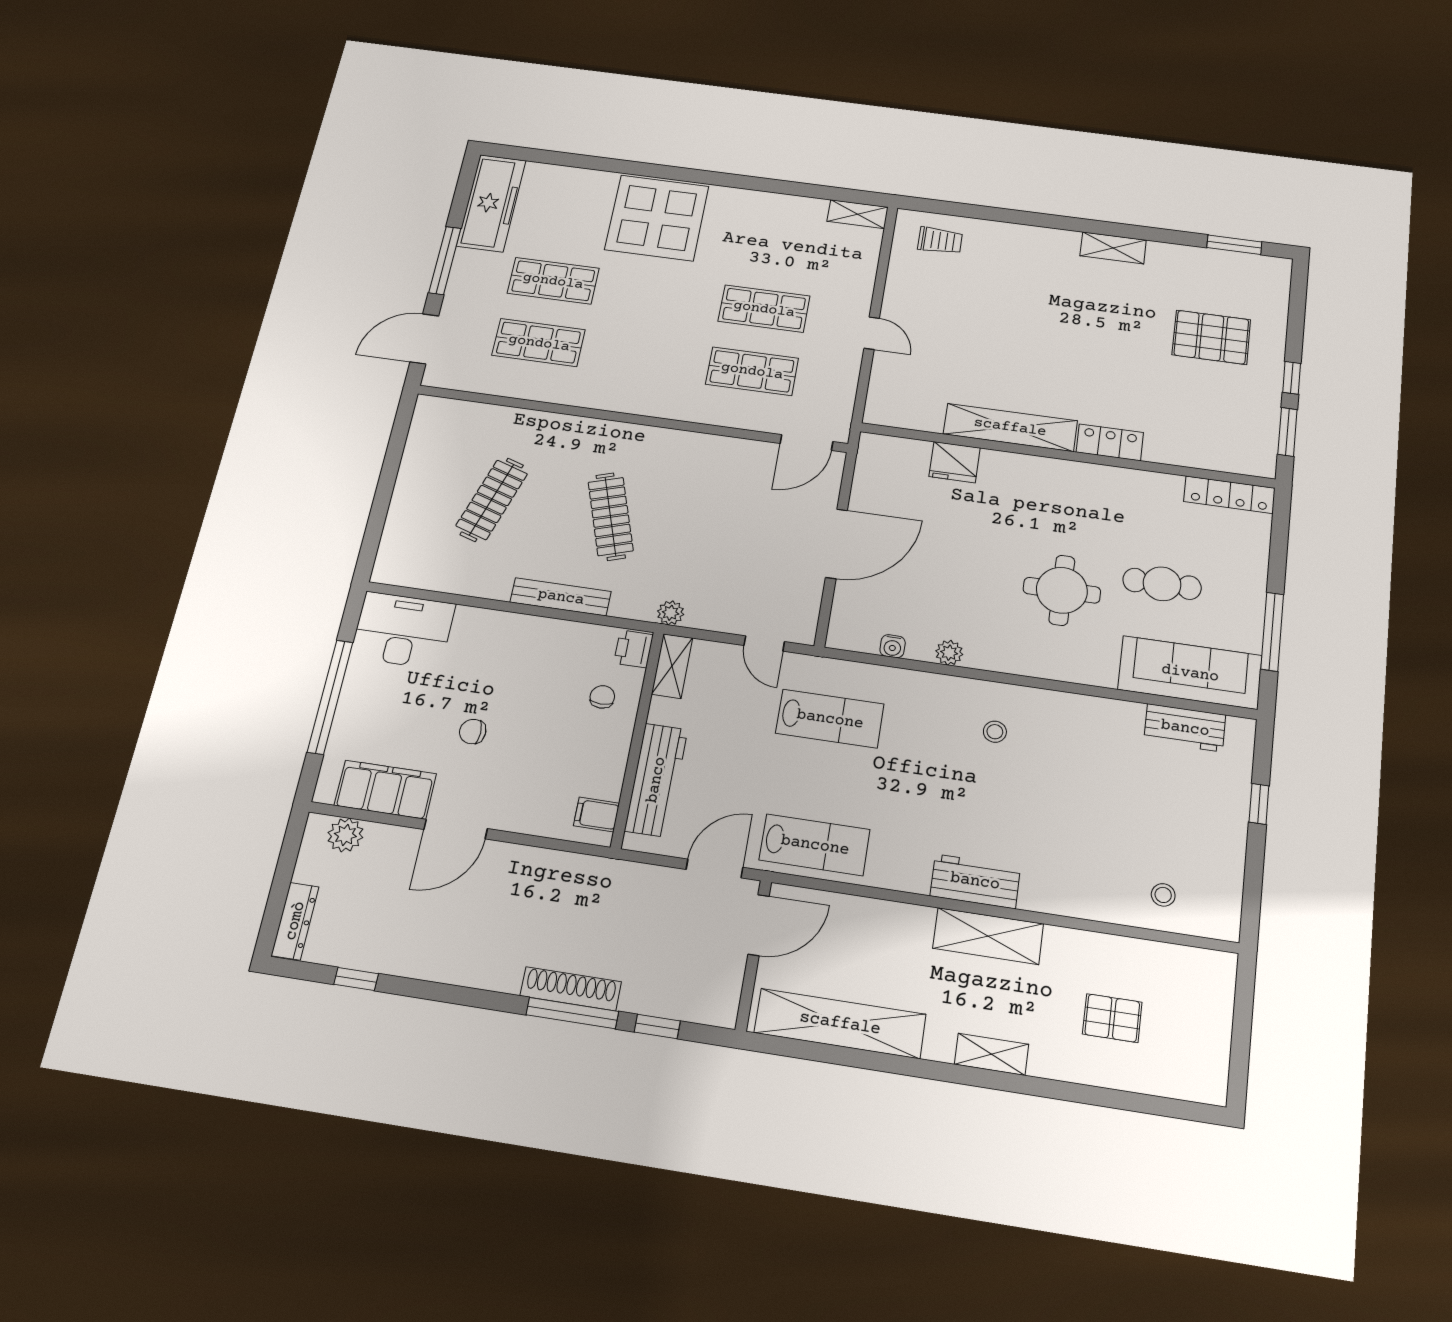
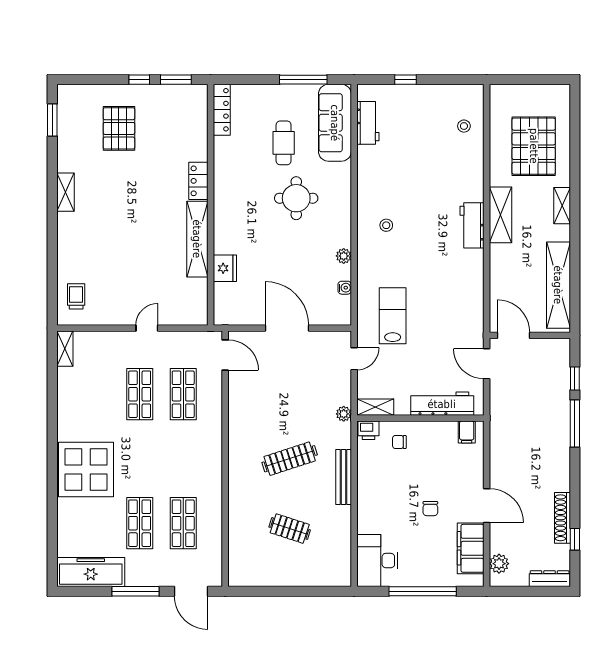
clothes rail: (492, 500) -> (290, 529), width x0.73
lab bench: (815, 845) -> (465, 313), removed
shoe rack: (571, 989) -> (562, 518), moved
pallet: (1112, 1018) -> (534, 146), width x2.05, depth x2.00

